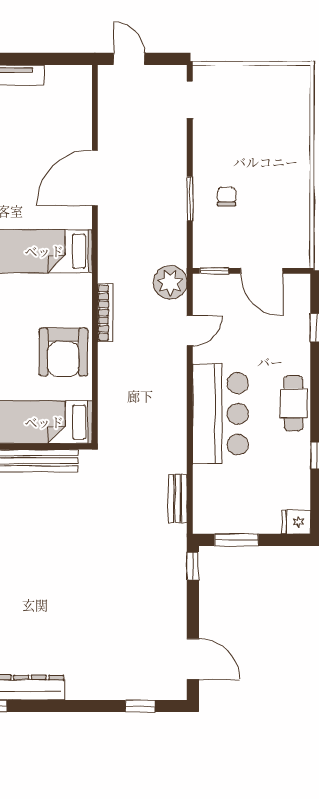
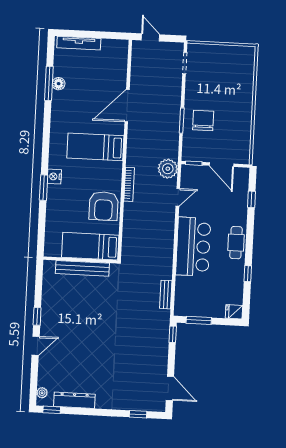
chair: (227, 197) -> (203, 120), width x1.87, depth x1.87

